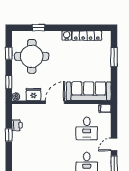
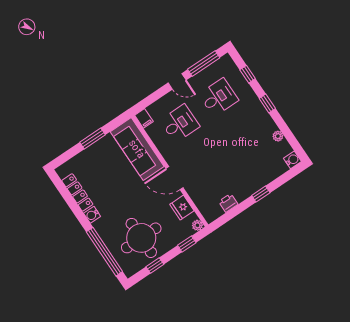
window: (39, 28) -> (104, 252), width x3.17
window: (114, 57) -> (92, 138), moved
window: (9, 135) -> (261, 194), moved

